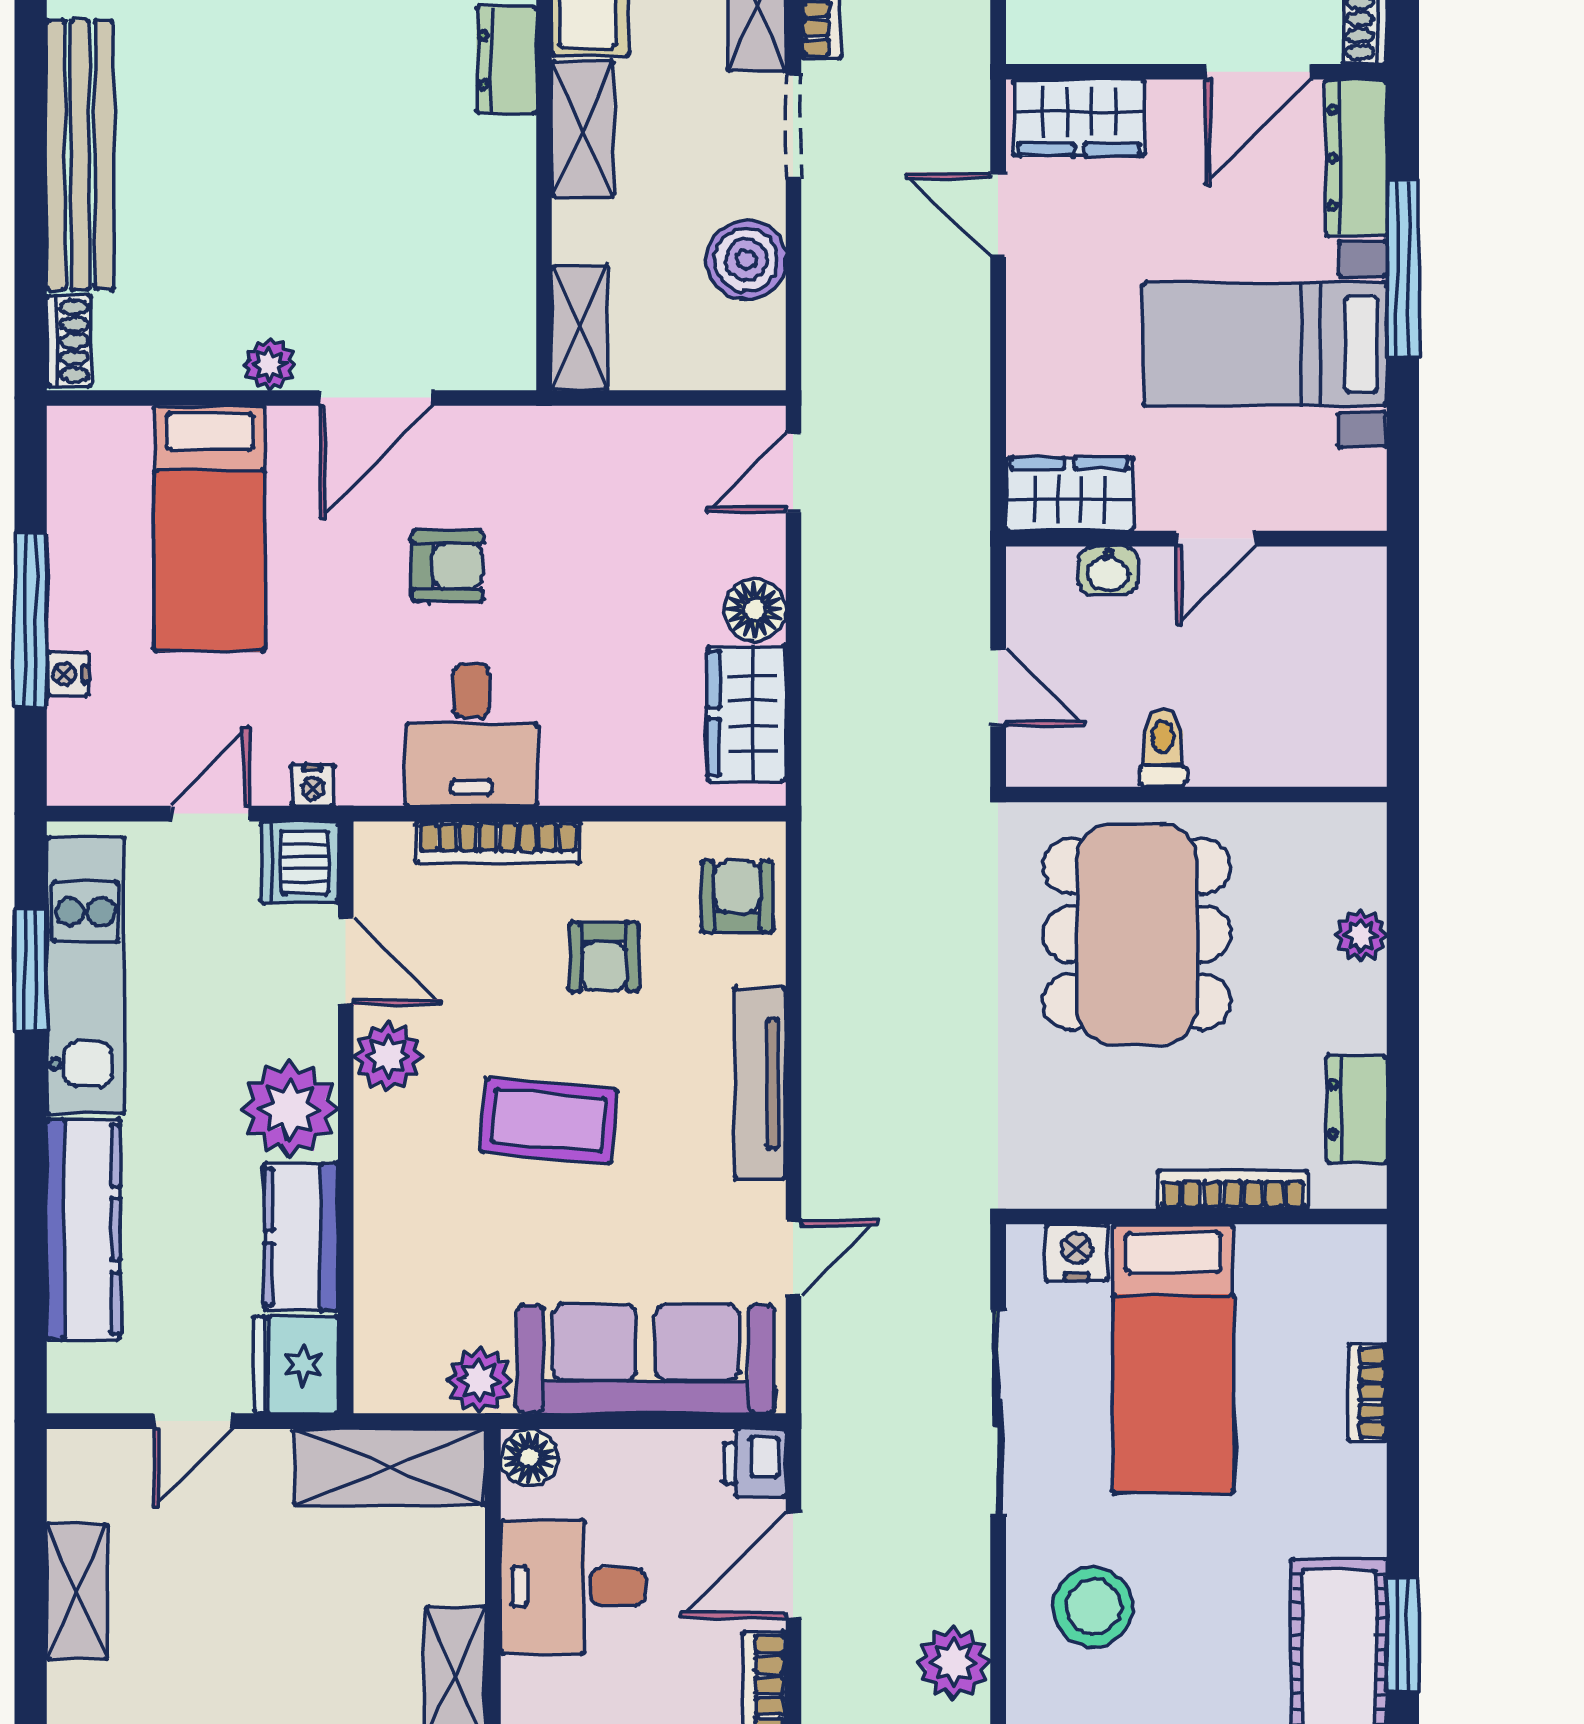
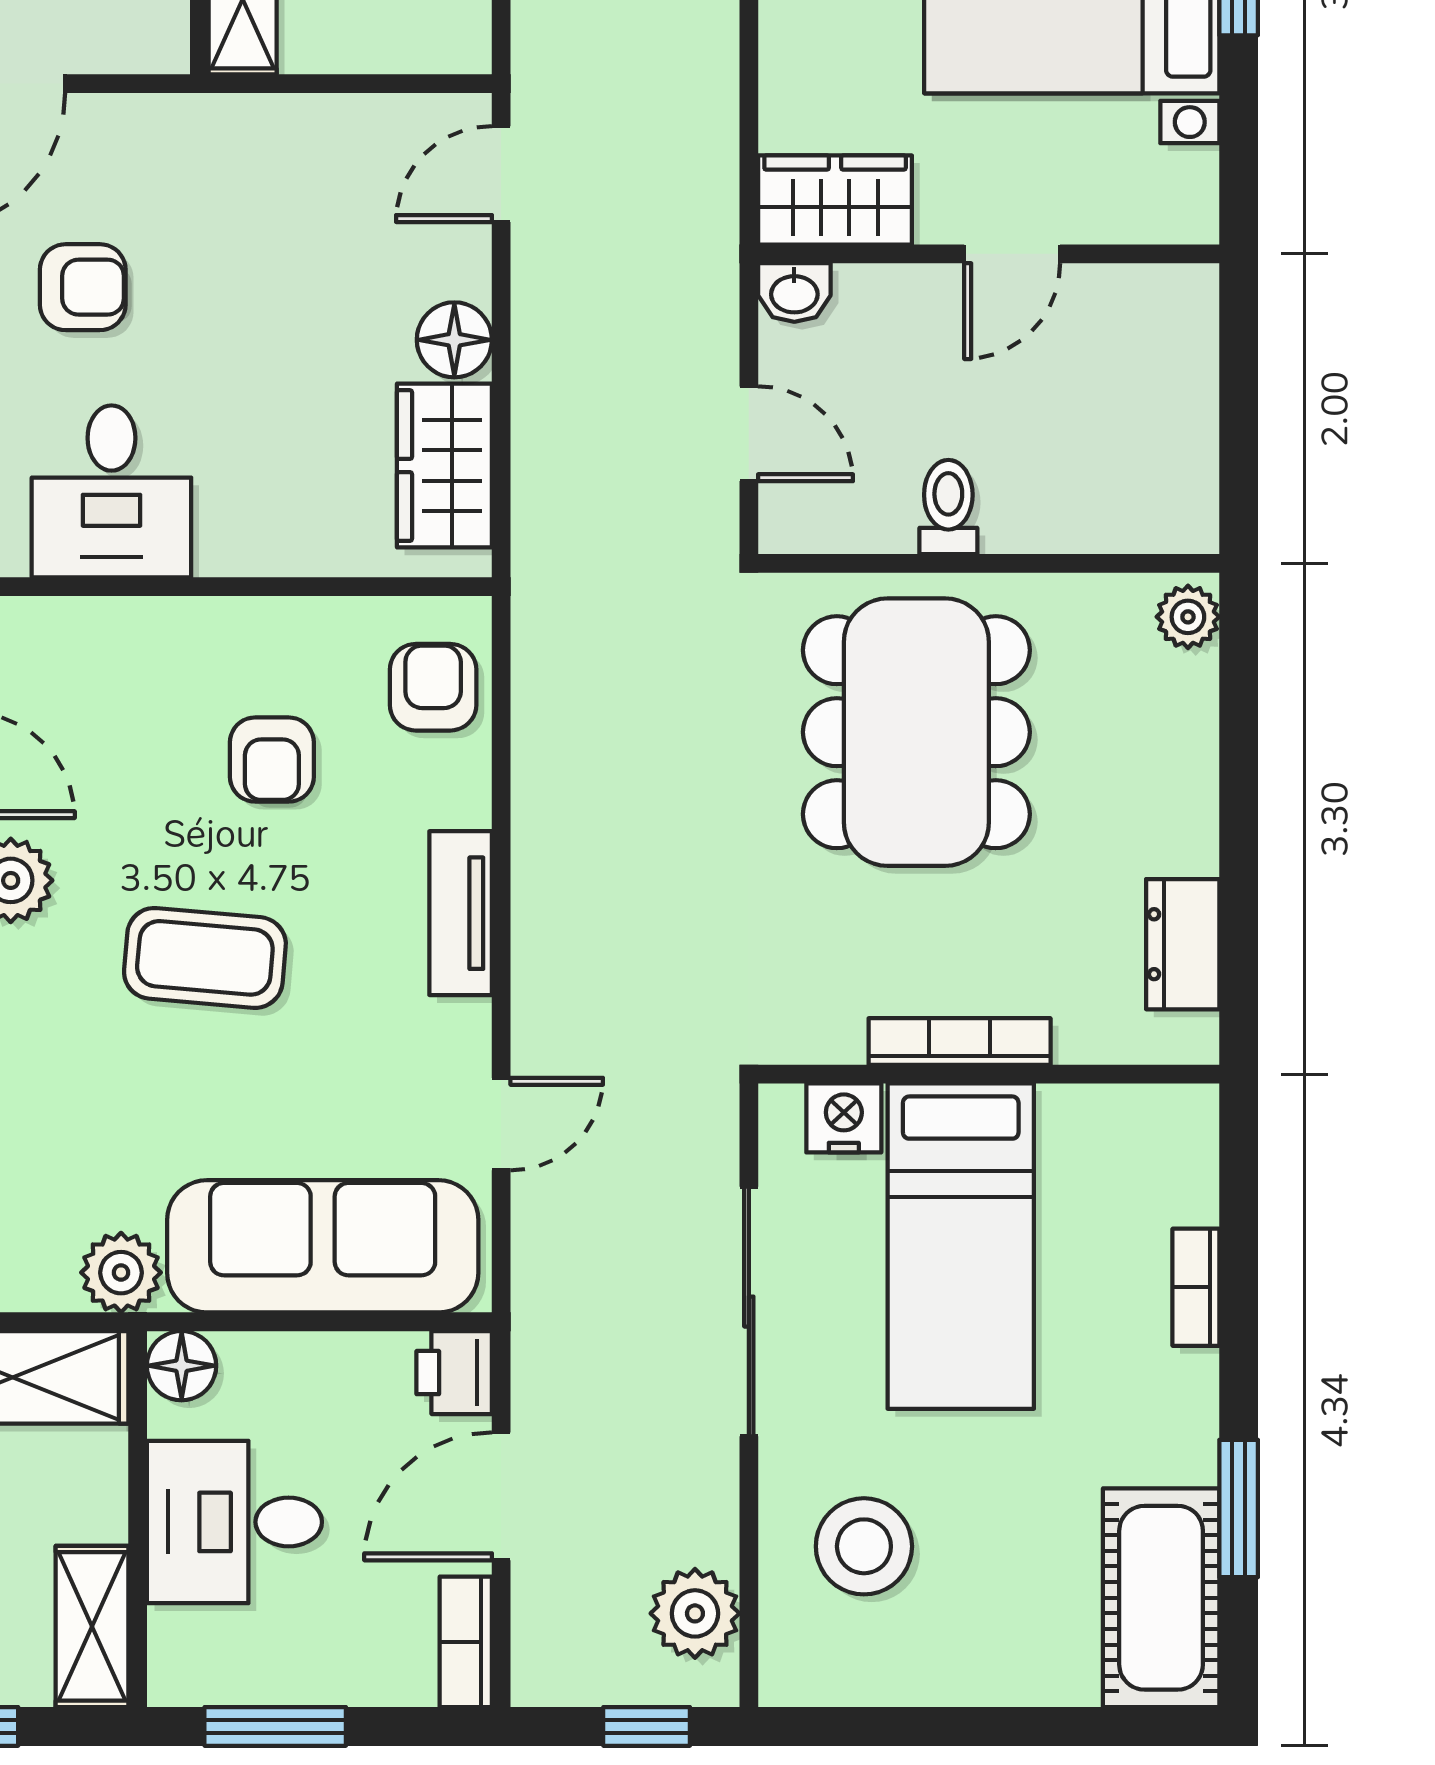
washbasin: (1108, 571) -> (794, 293), moved
bookcase: (498, 842) -> (144, 621), removed
plant: (1361, 935) -> (1188, 617), moved
tv unit: (760, 1083) -> (461, 913), width x0.71
bookcase: (1233, 1190) -> (960, 1042), moved
window: (1403, 1634) -> (1239, 1508), moved

